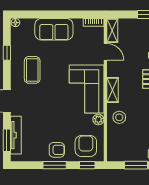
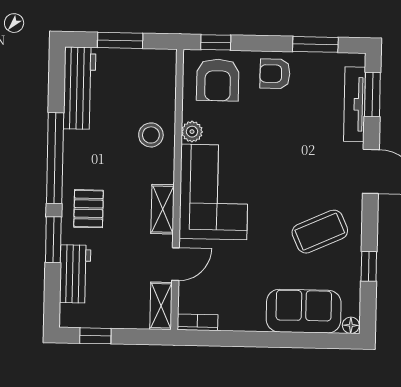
sofa: (54, 29) -> (304, 311), moved
door: (105, 52) -> (176, 264), swing flipped
coffee table: (32, 70) -> (320, 232), turned 66
shelving: (113, 90) -> (163, 209), moved
window: (55, 165) -> (315, 44), moved

